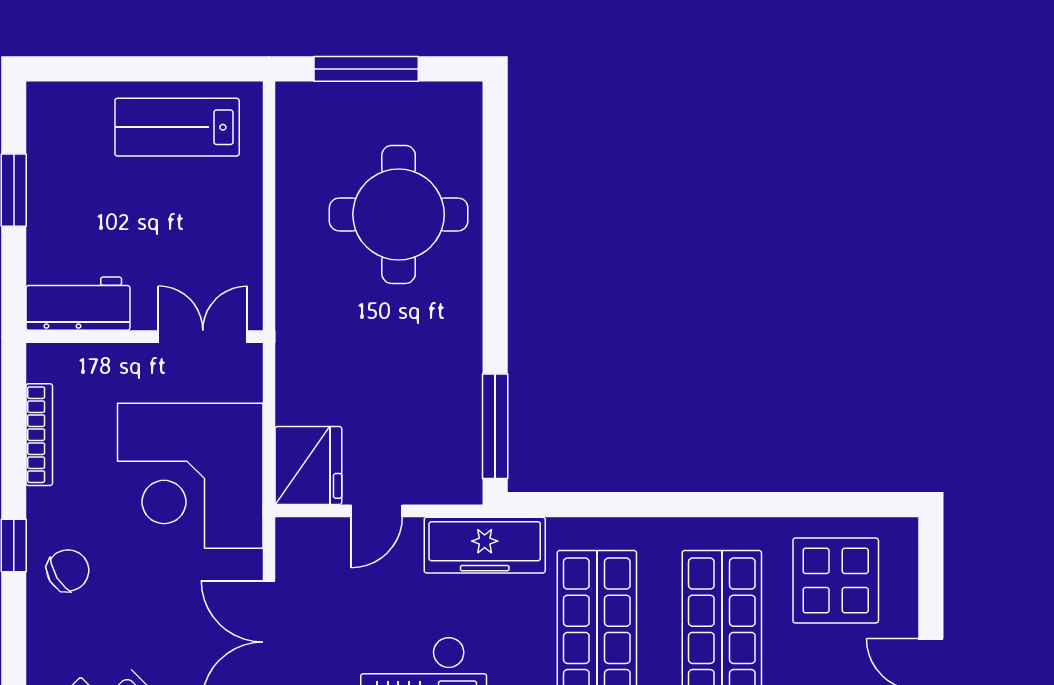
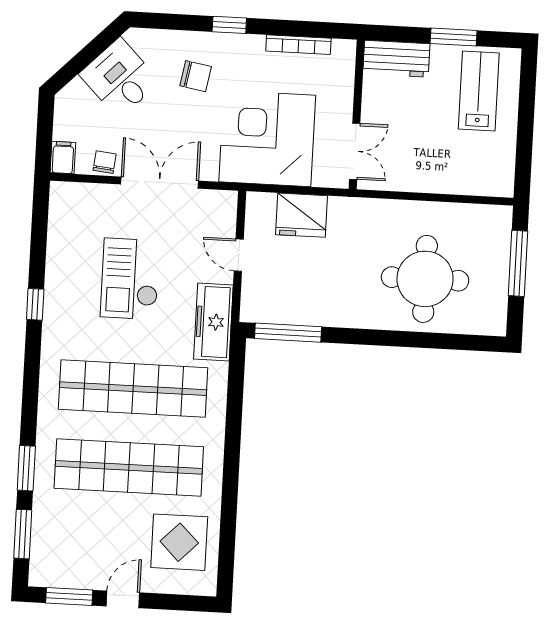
lab bench: (177, 127) -> (479, 91), moved
workbench: (78, 304) -> (396, 59), moved, turned 90
fridge: (308, 465) -> (302, 215), moved
chair: (68, 570) -> (196, 76), moved, turned -49

